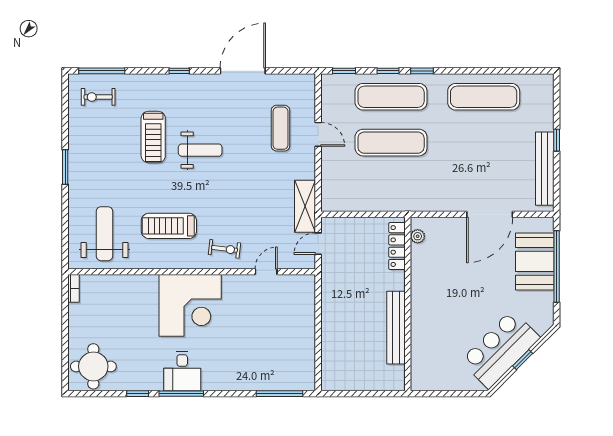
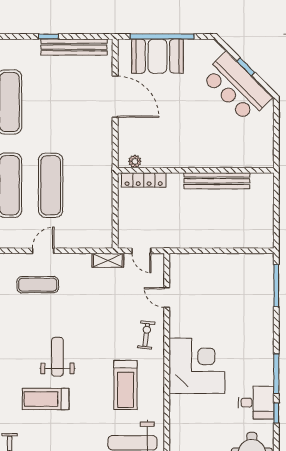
treadmill: (153, 137) -> (46, 399), turned 180
shelving: (305, 206) -> (108, 260), width x0.67, depth x0.75
desk: (182, 371) -> (256, 403), moved

